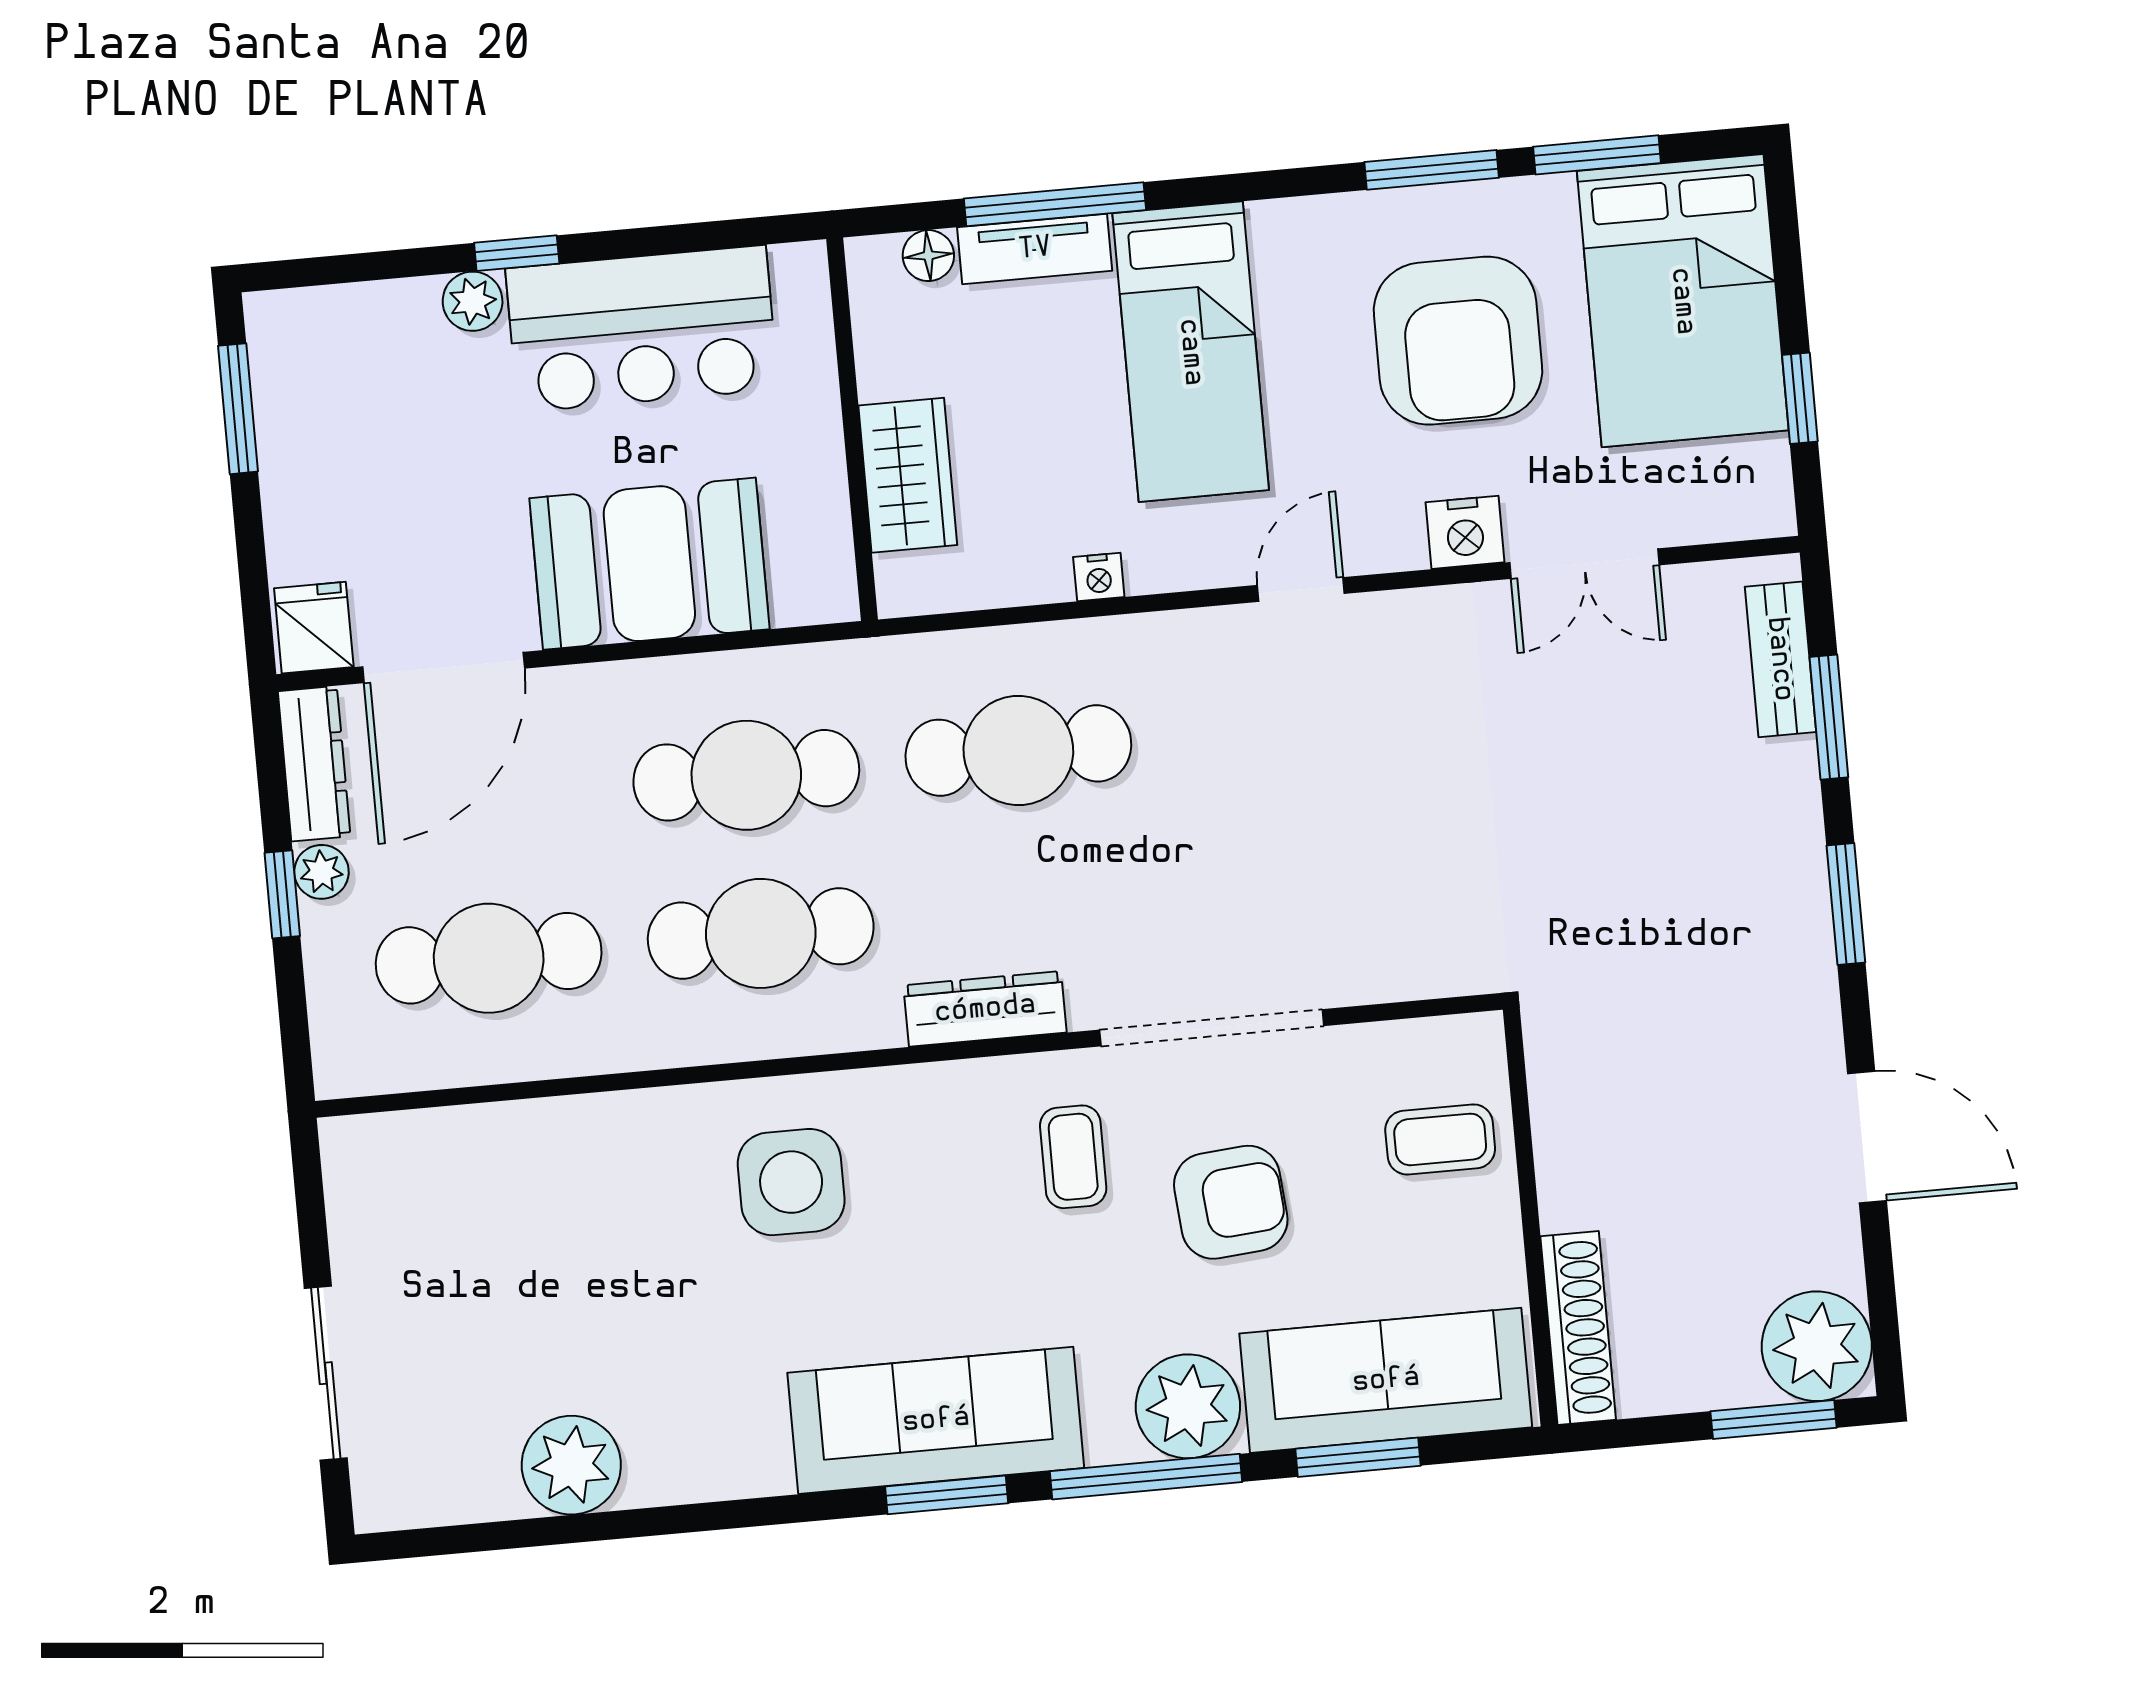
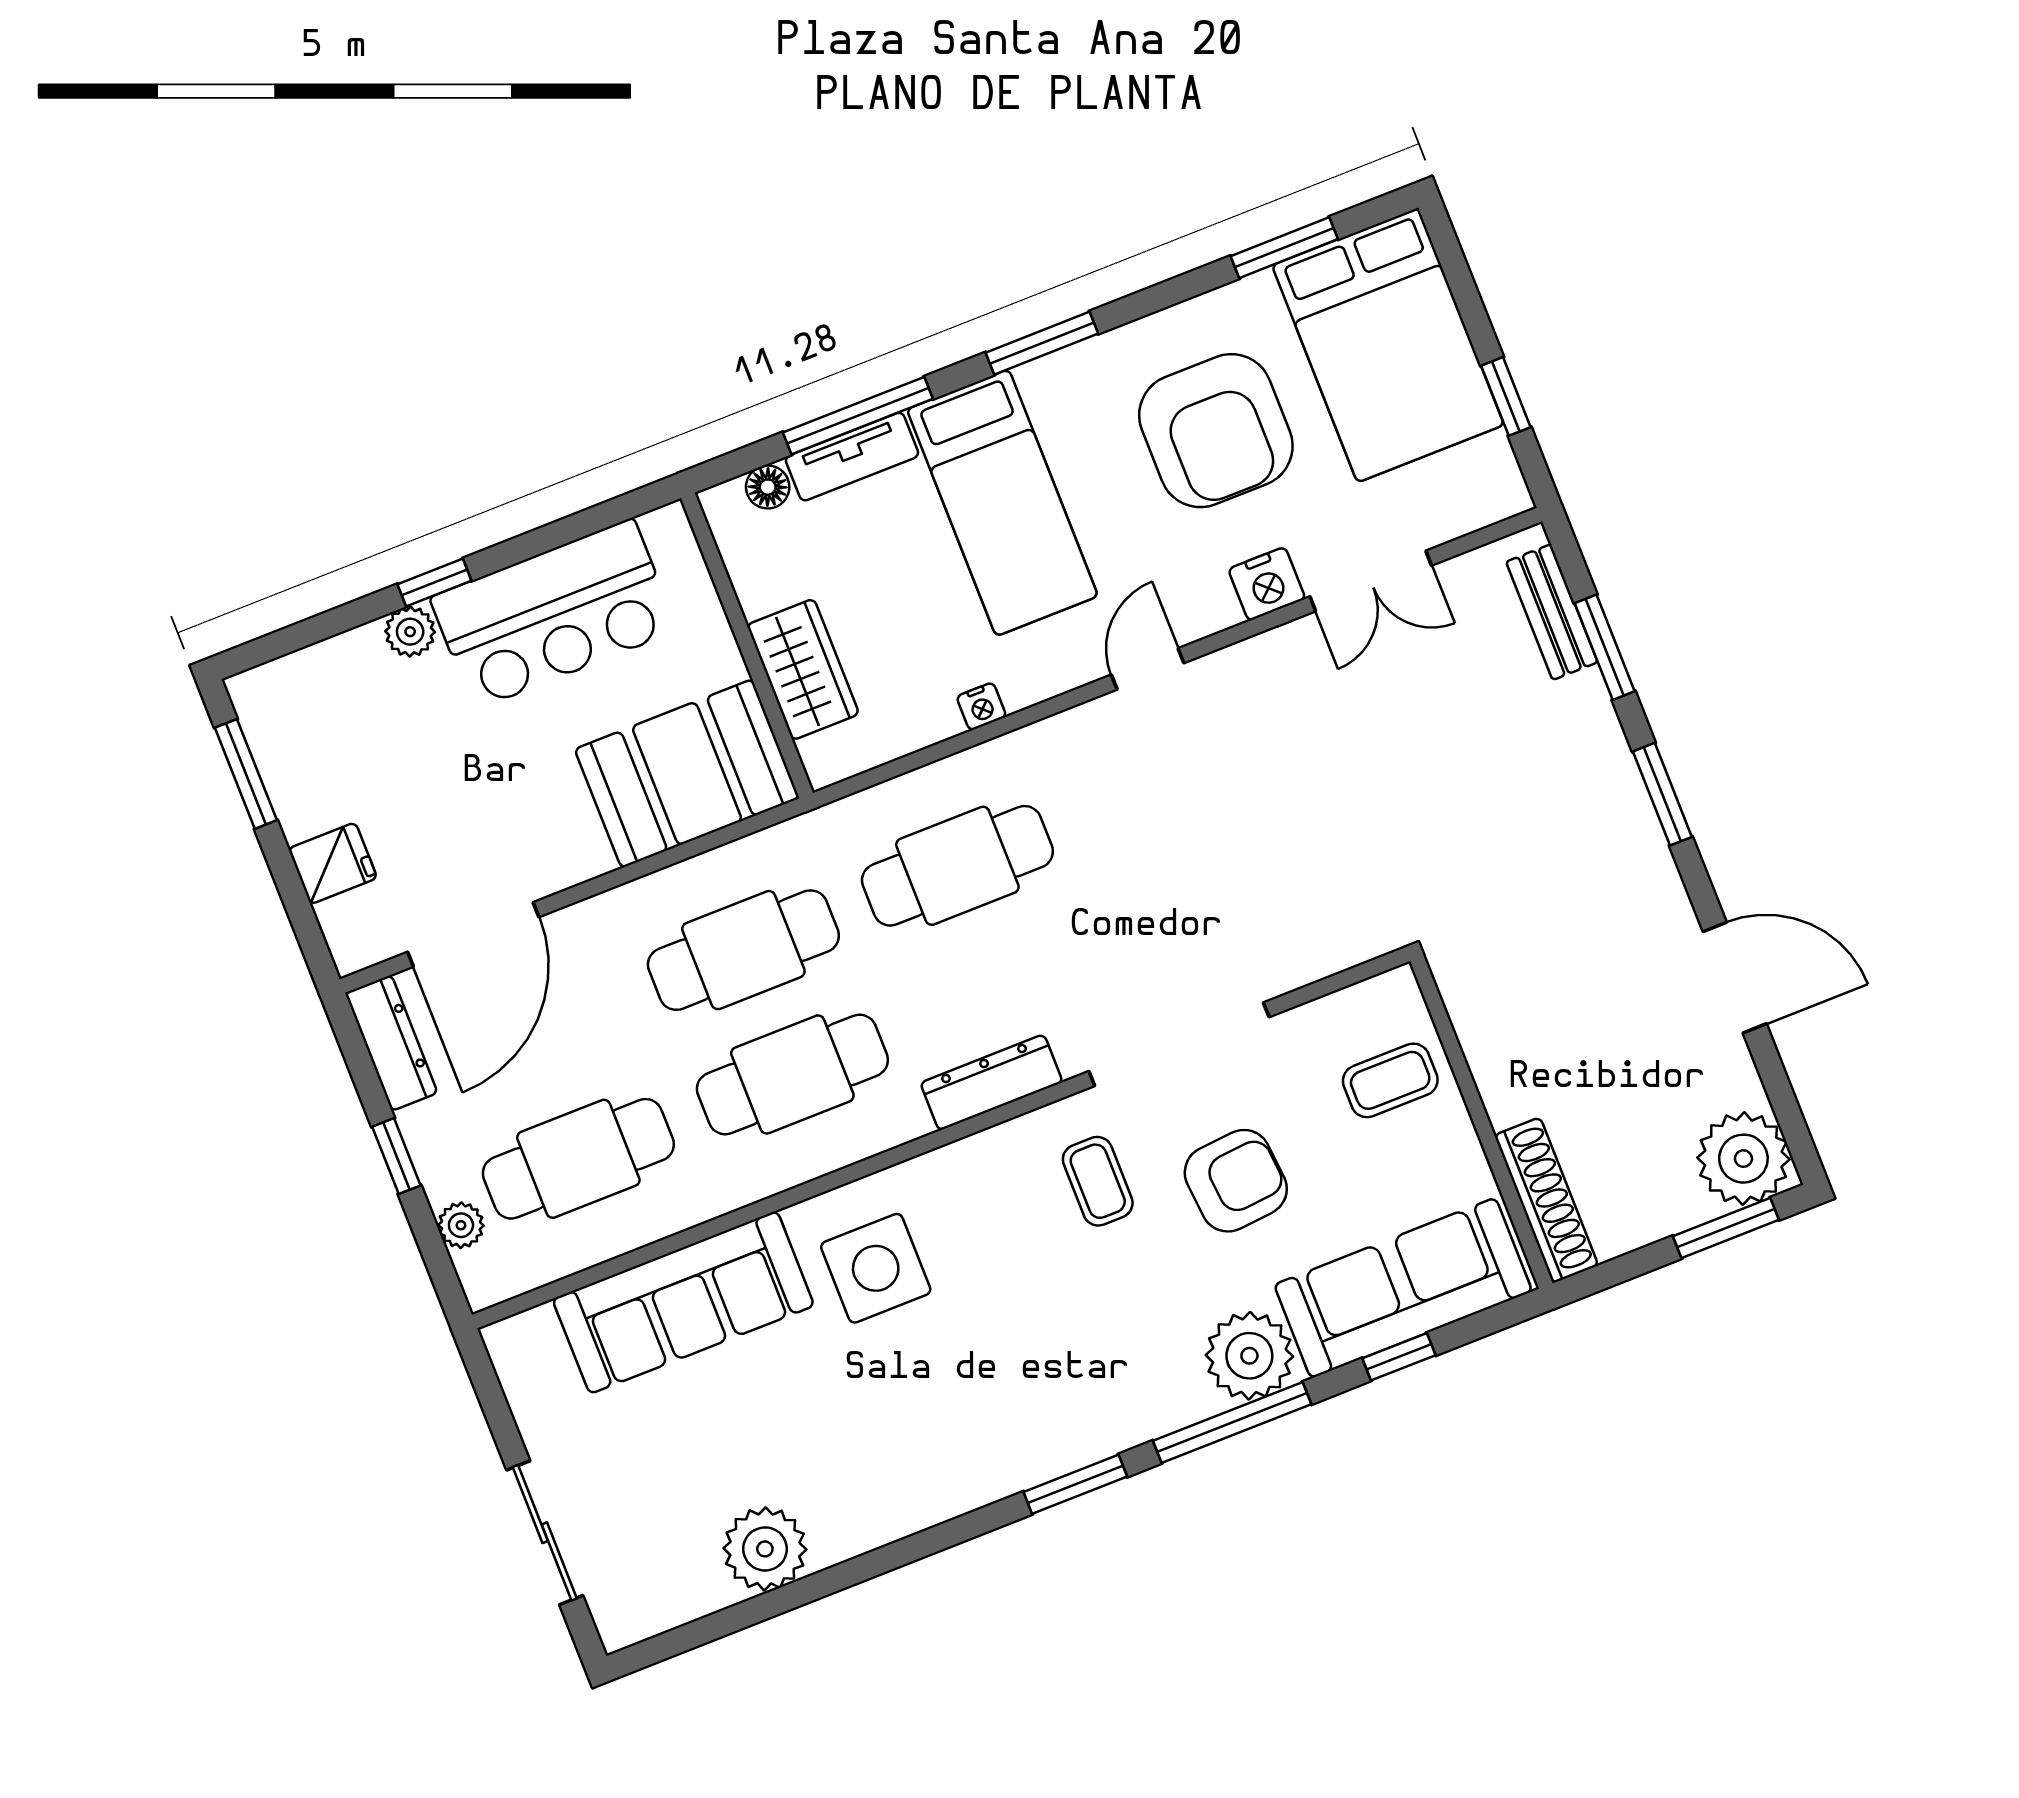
window: (1432, 170) -> (1042, 343), moved
booth: (649, 564) -> (687, 774), moved
fridge: (314, 628) -> (333, 863), moved, turned 90
plant: (321, 872) -> (461, 1225), moved
sofa: (936, 1420) -> (683, 1302), moved, turned 180
window: (1358, 1457) -> (1399, 1357), width x0.67

